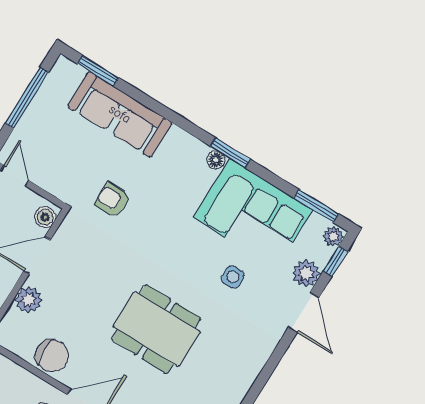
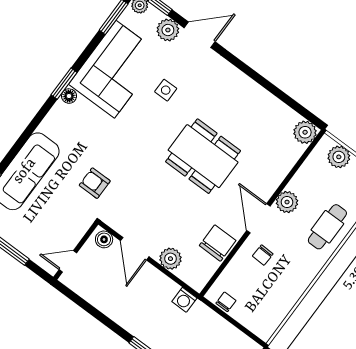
armchair: (113, 200) -> (95, 183), turned 88
dining table: (156, 329) -> (203, 156), turned 90

